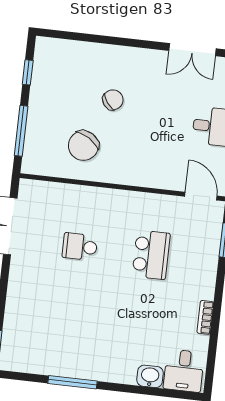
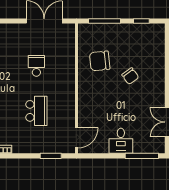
chair: (83, 146) -> (100, 61), turned -38
school desk: (151, 255) -> (36, 111), turned -90

